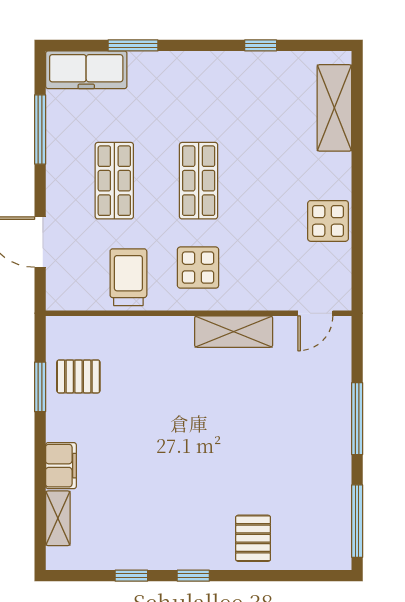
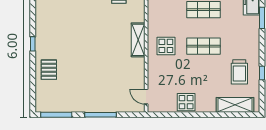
trolley: (128, 277) -> (239, 72), moved, turned 90
shelving: (234, 332) -> (138, 40), moved
pallet: (253, 538) -> (49, 70), turned 90
window: (131, 576) -> (33, 17), removed

